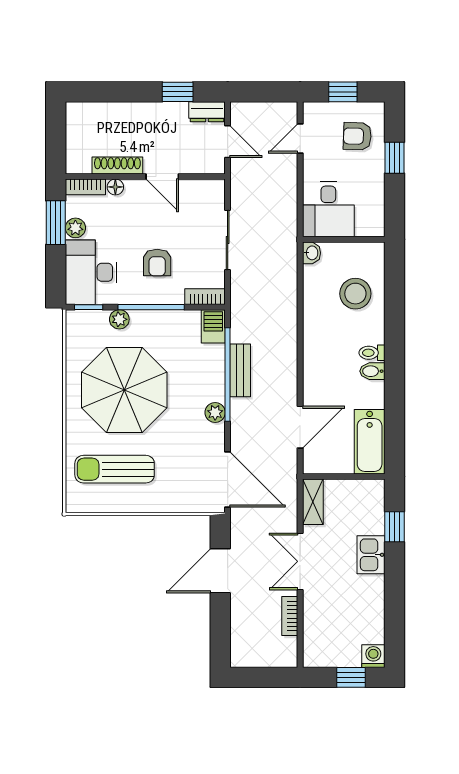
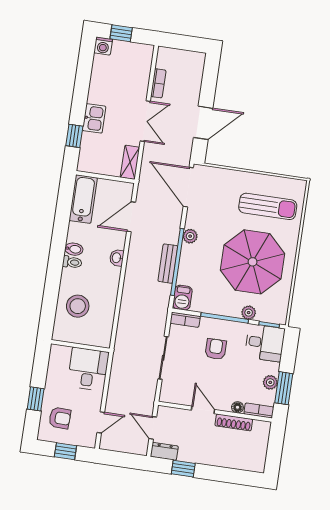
washbasin: (312, 253) -> (117, 258), moved
desk: (91, 272) -> (265, 343), width x0.73

